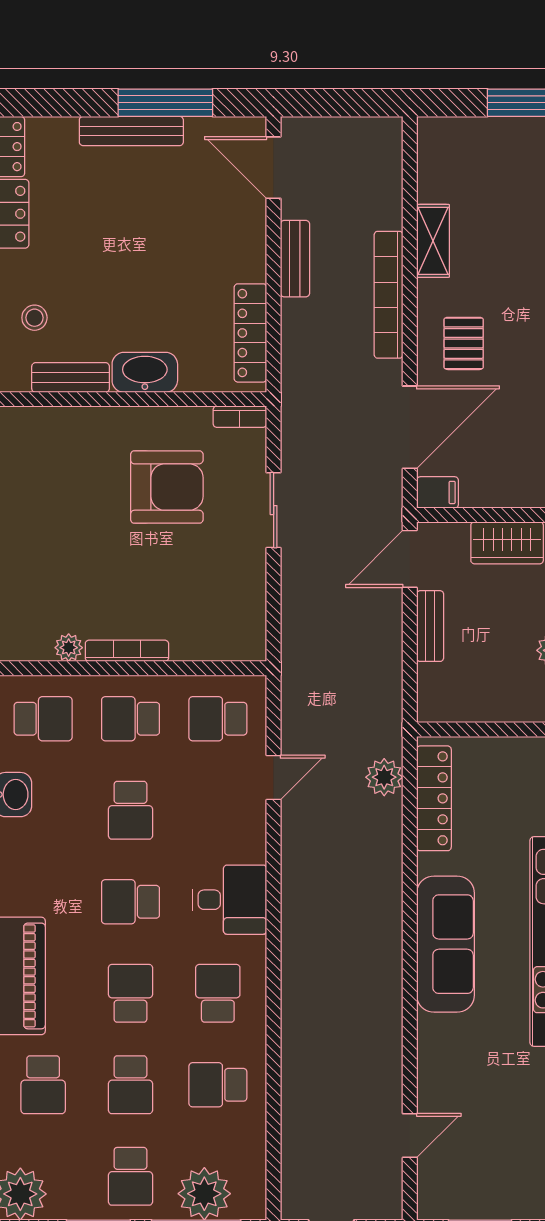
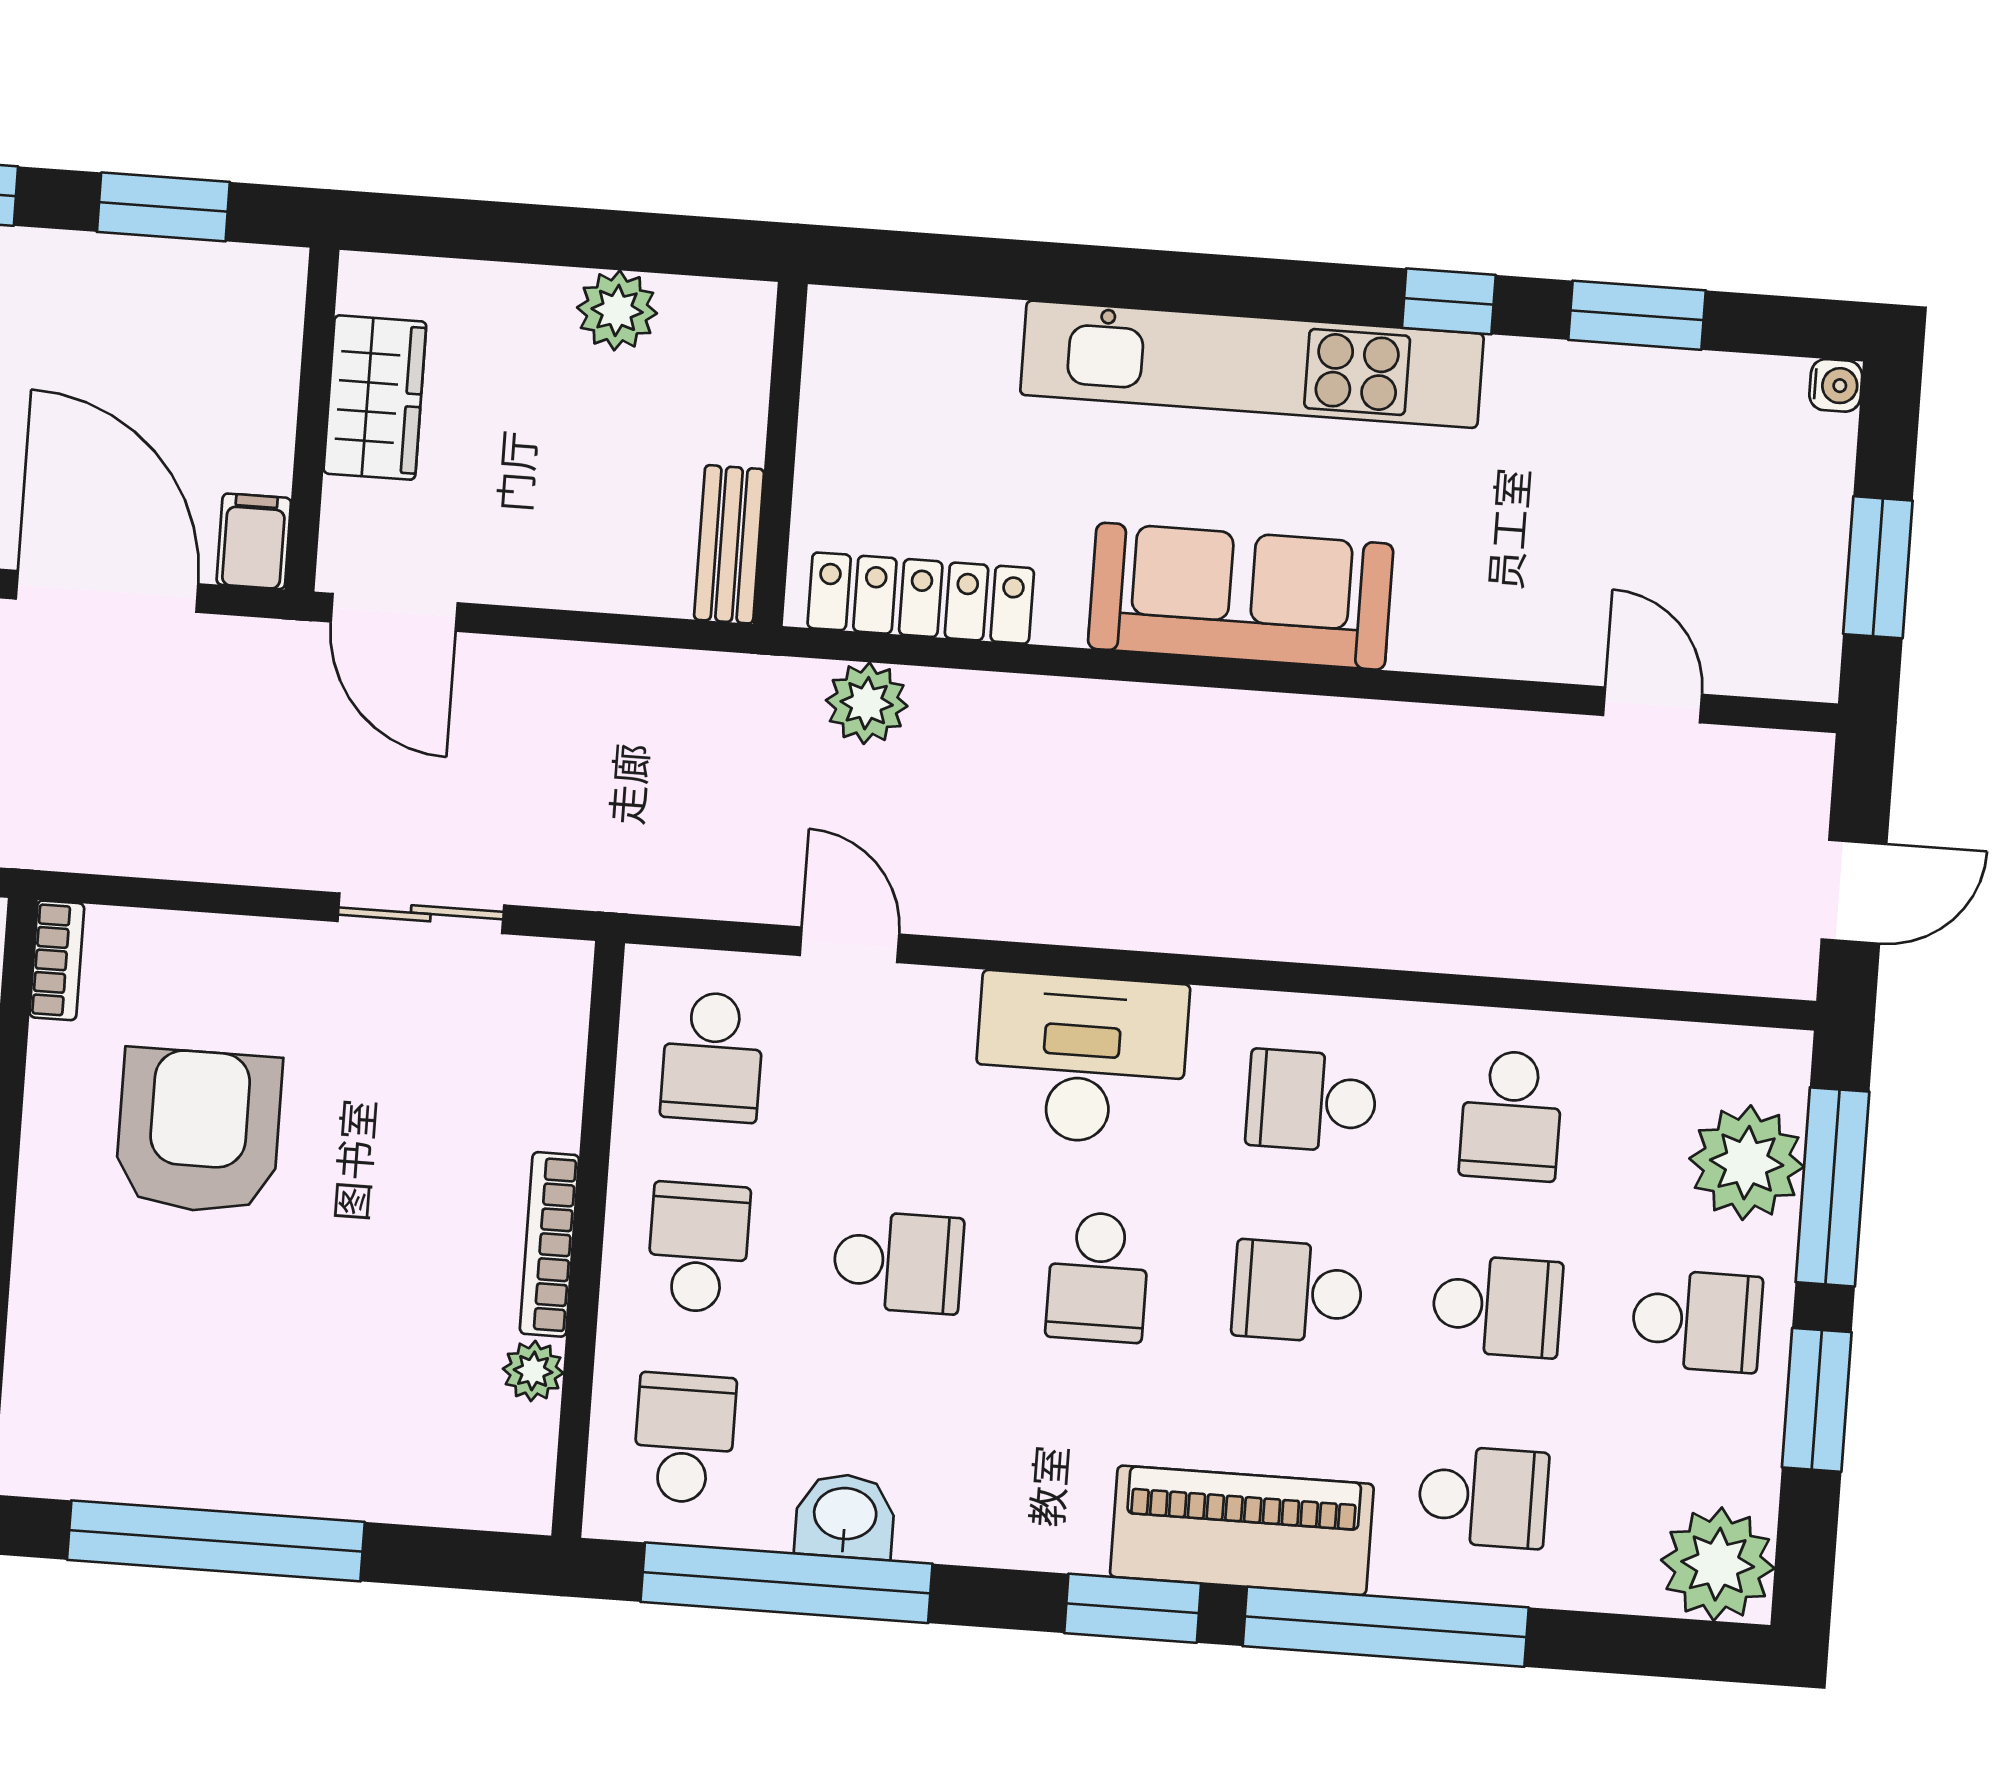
sliding door: (274, 510) -> (421, 913), moved
bench: (430, 626) -> (729, 544), moved, turned 90
school desk: (130, 719) -> (698, 1248), turned 180
desk: (229, 900) -> (1081, 1059), width x1.37

